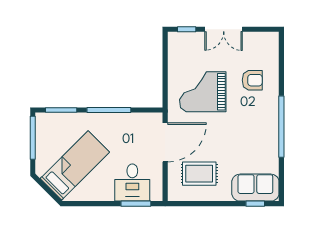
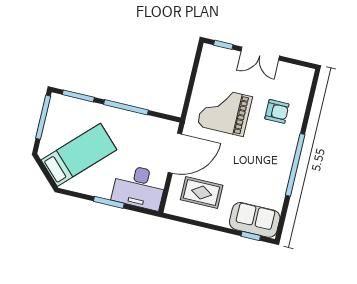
desk: (132, 182) -> (139, 187), width x1.37
window: (136, 204) -> (109, 202), moved

